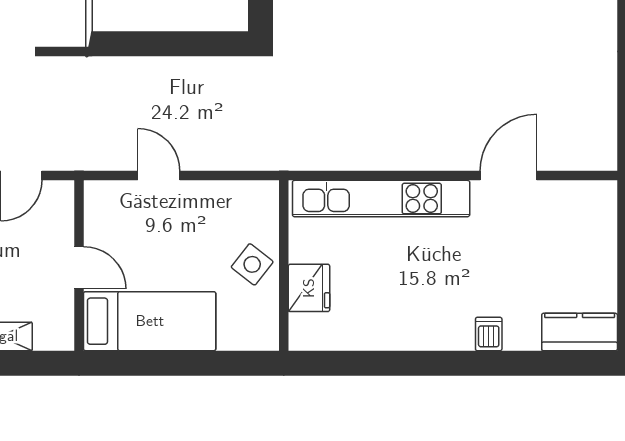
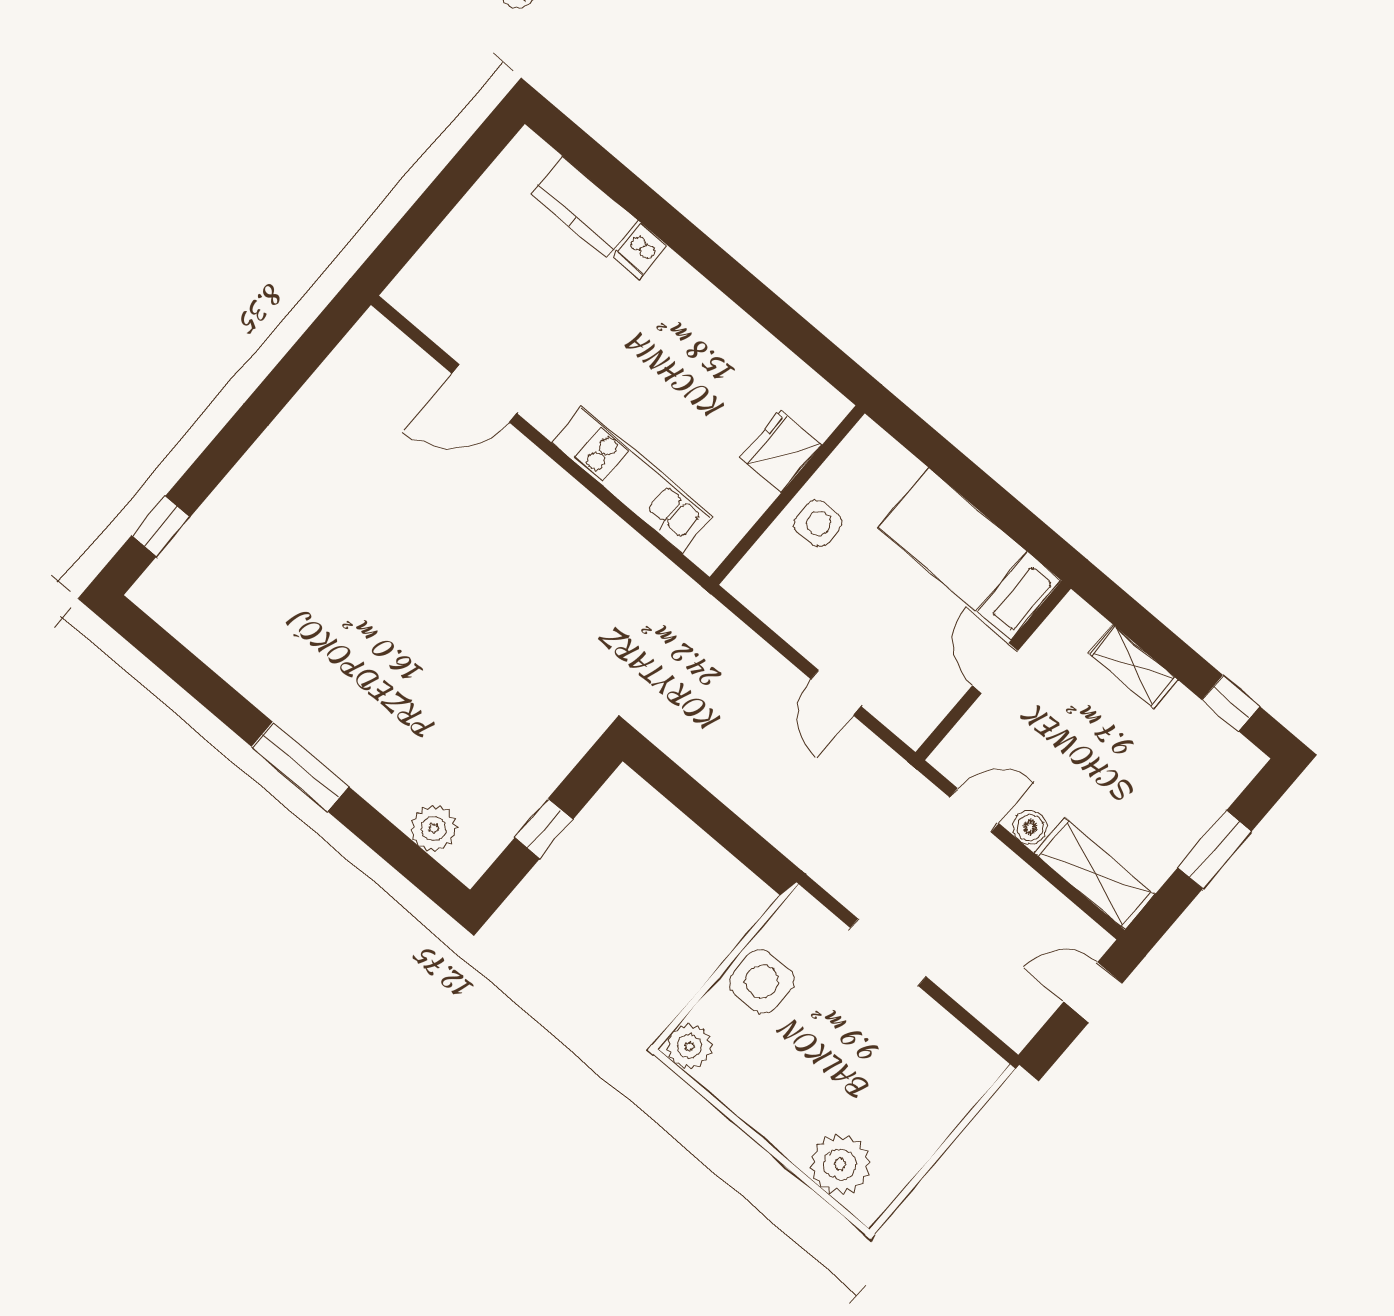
kitchen unit: (381, 199) -> (632, 479), width x0.73
side table: (252, 264) -> (818, 523), turned -38
kitchen counter: (580, 332) -> (584, 207), moved

